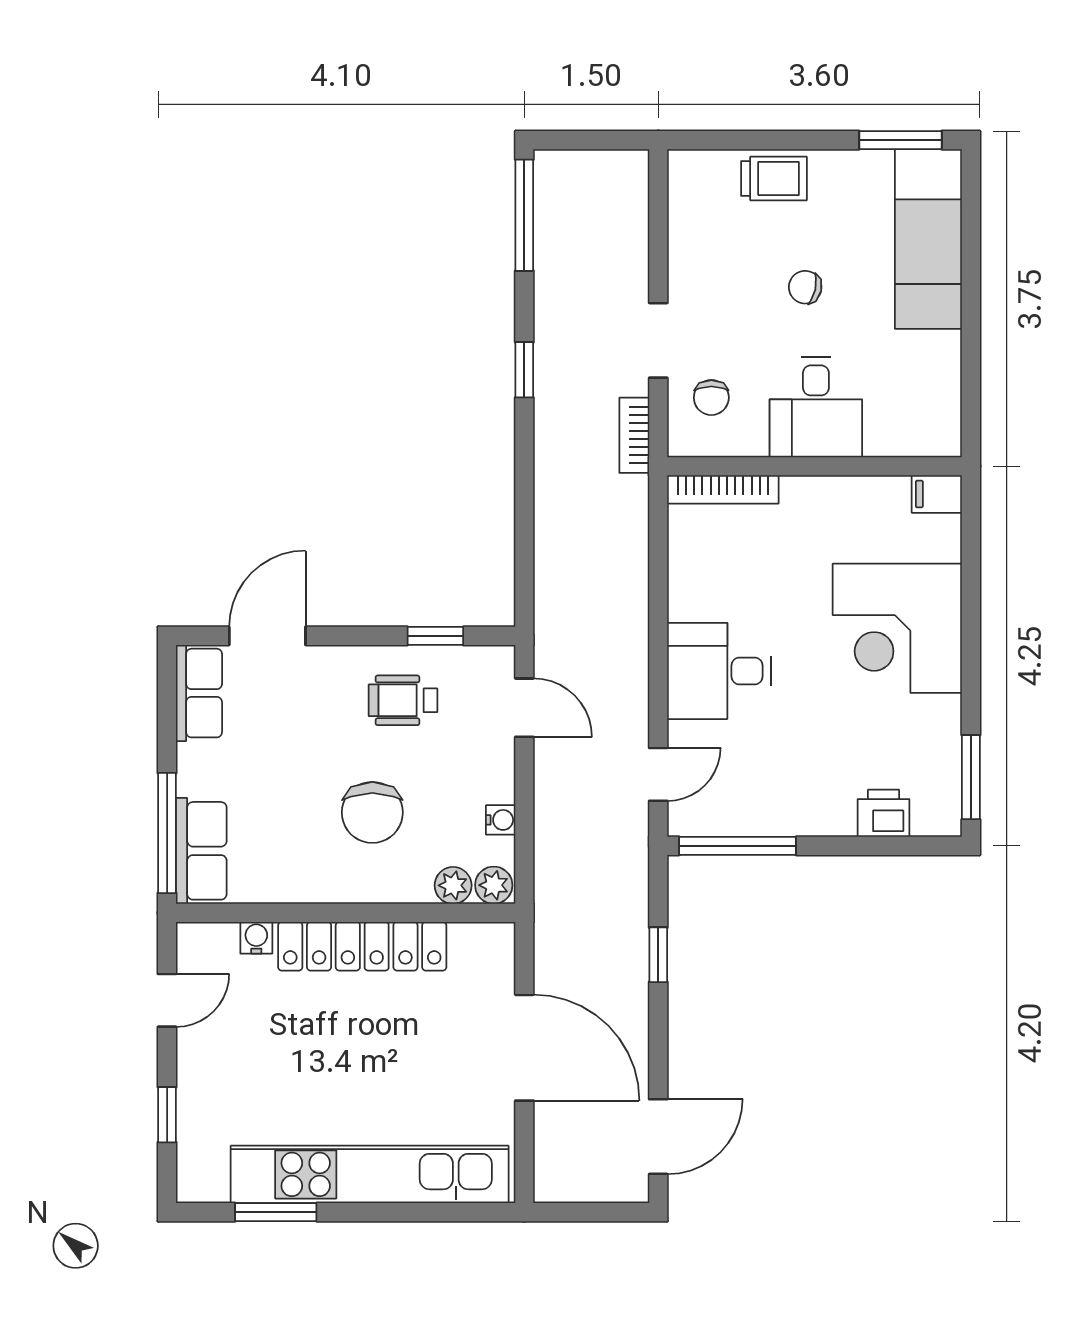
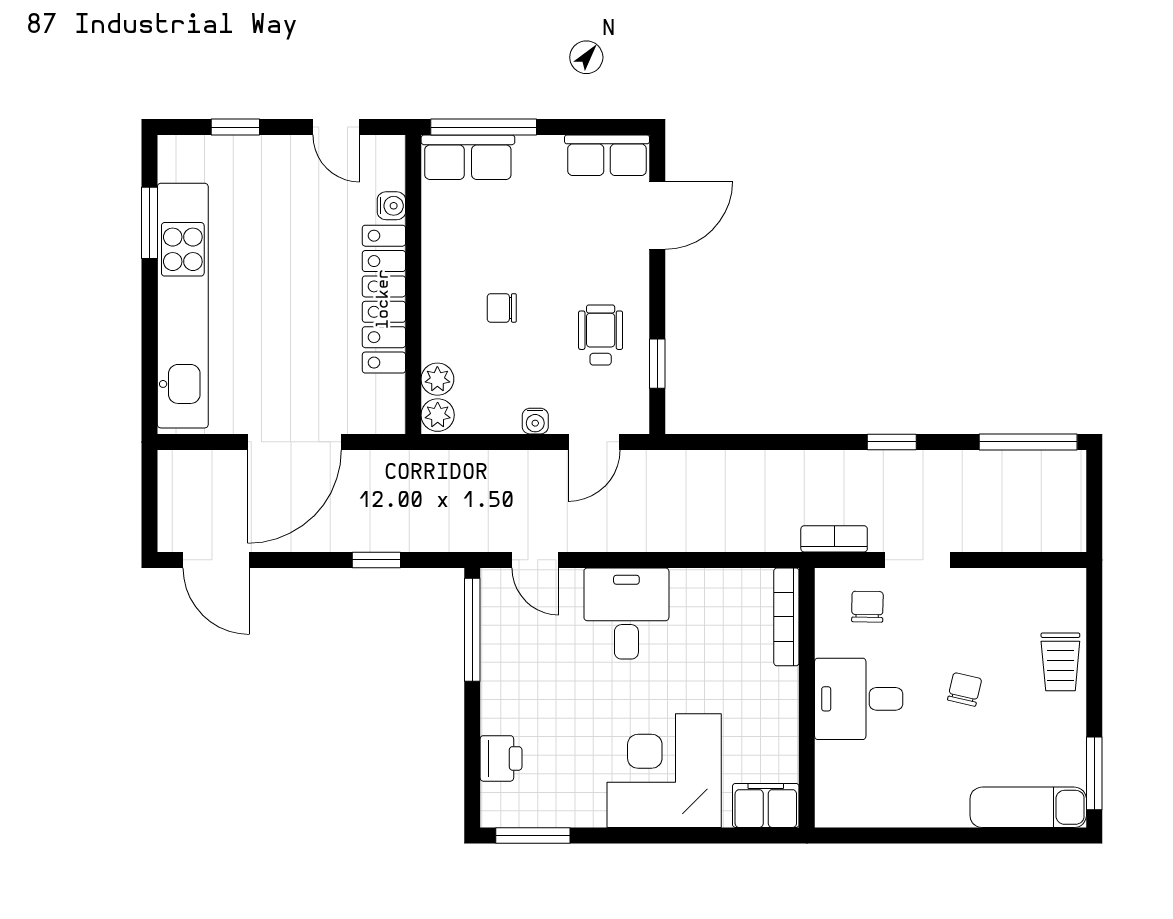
exam couch: (928, 239) -> (1028, 807), width x0.73, depth x0.69
chair: (711, 398) -> (867, 607), turned 91
filing cabinet: (937, 494) -> (766, 805), width x2.00
door: (267, 636) -> (657, 215), hinge flipped
chair: (372, 812) -> (502, 308), width x0.54, depth x0.54
water cooler: (501, 820) -> (535, 421), moved

